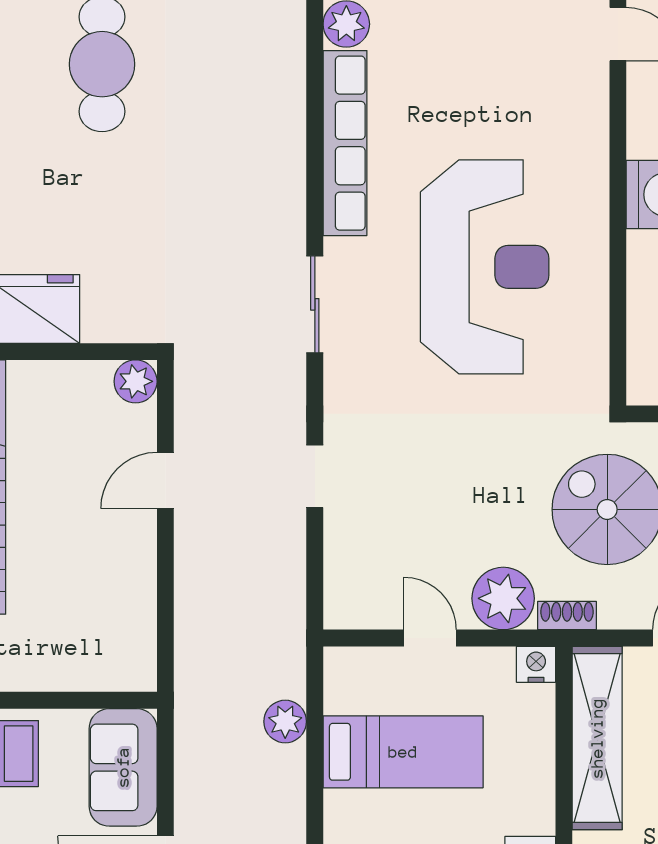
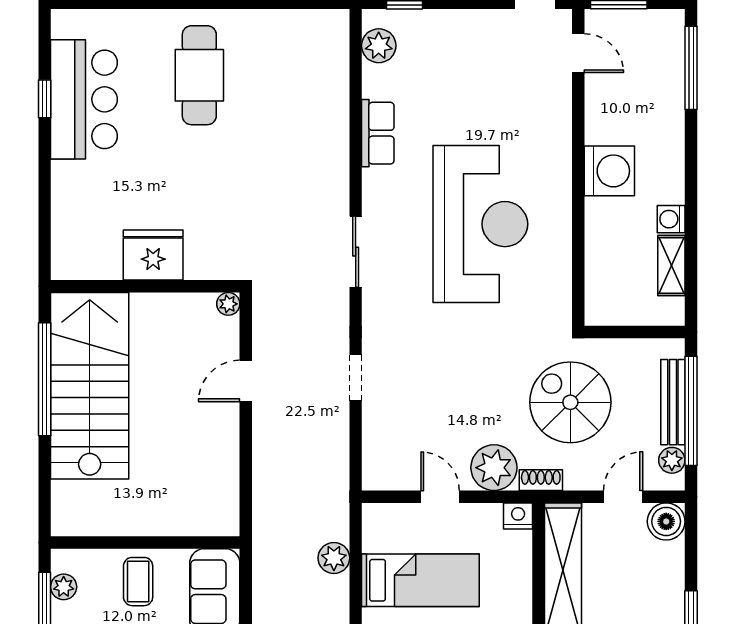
row of seats: (345, 143) -> (378, 133), width x0.50
plant: (136, 381) -> (228, 304), width x0.73, depth x0.73

